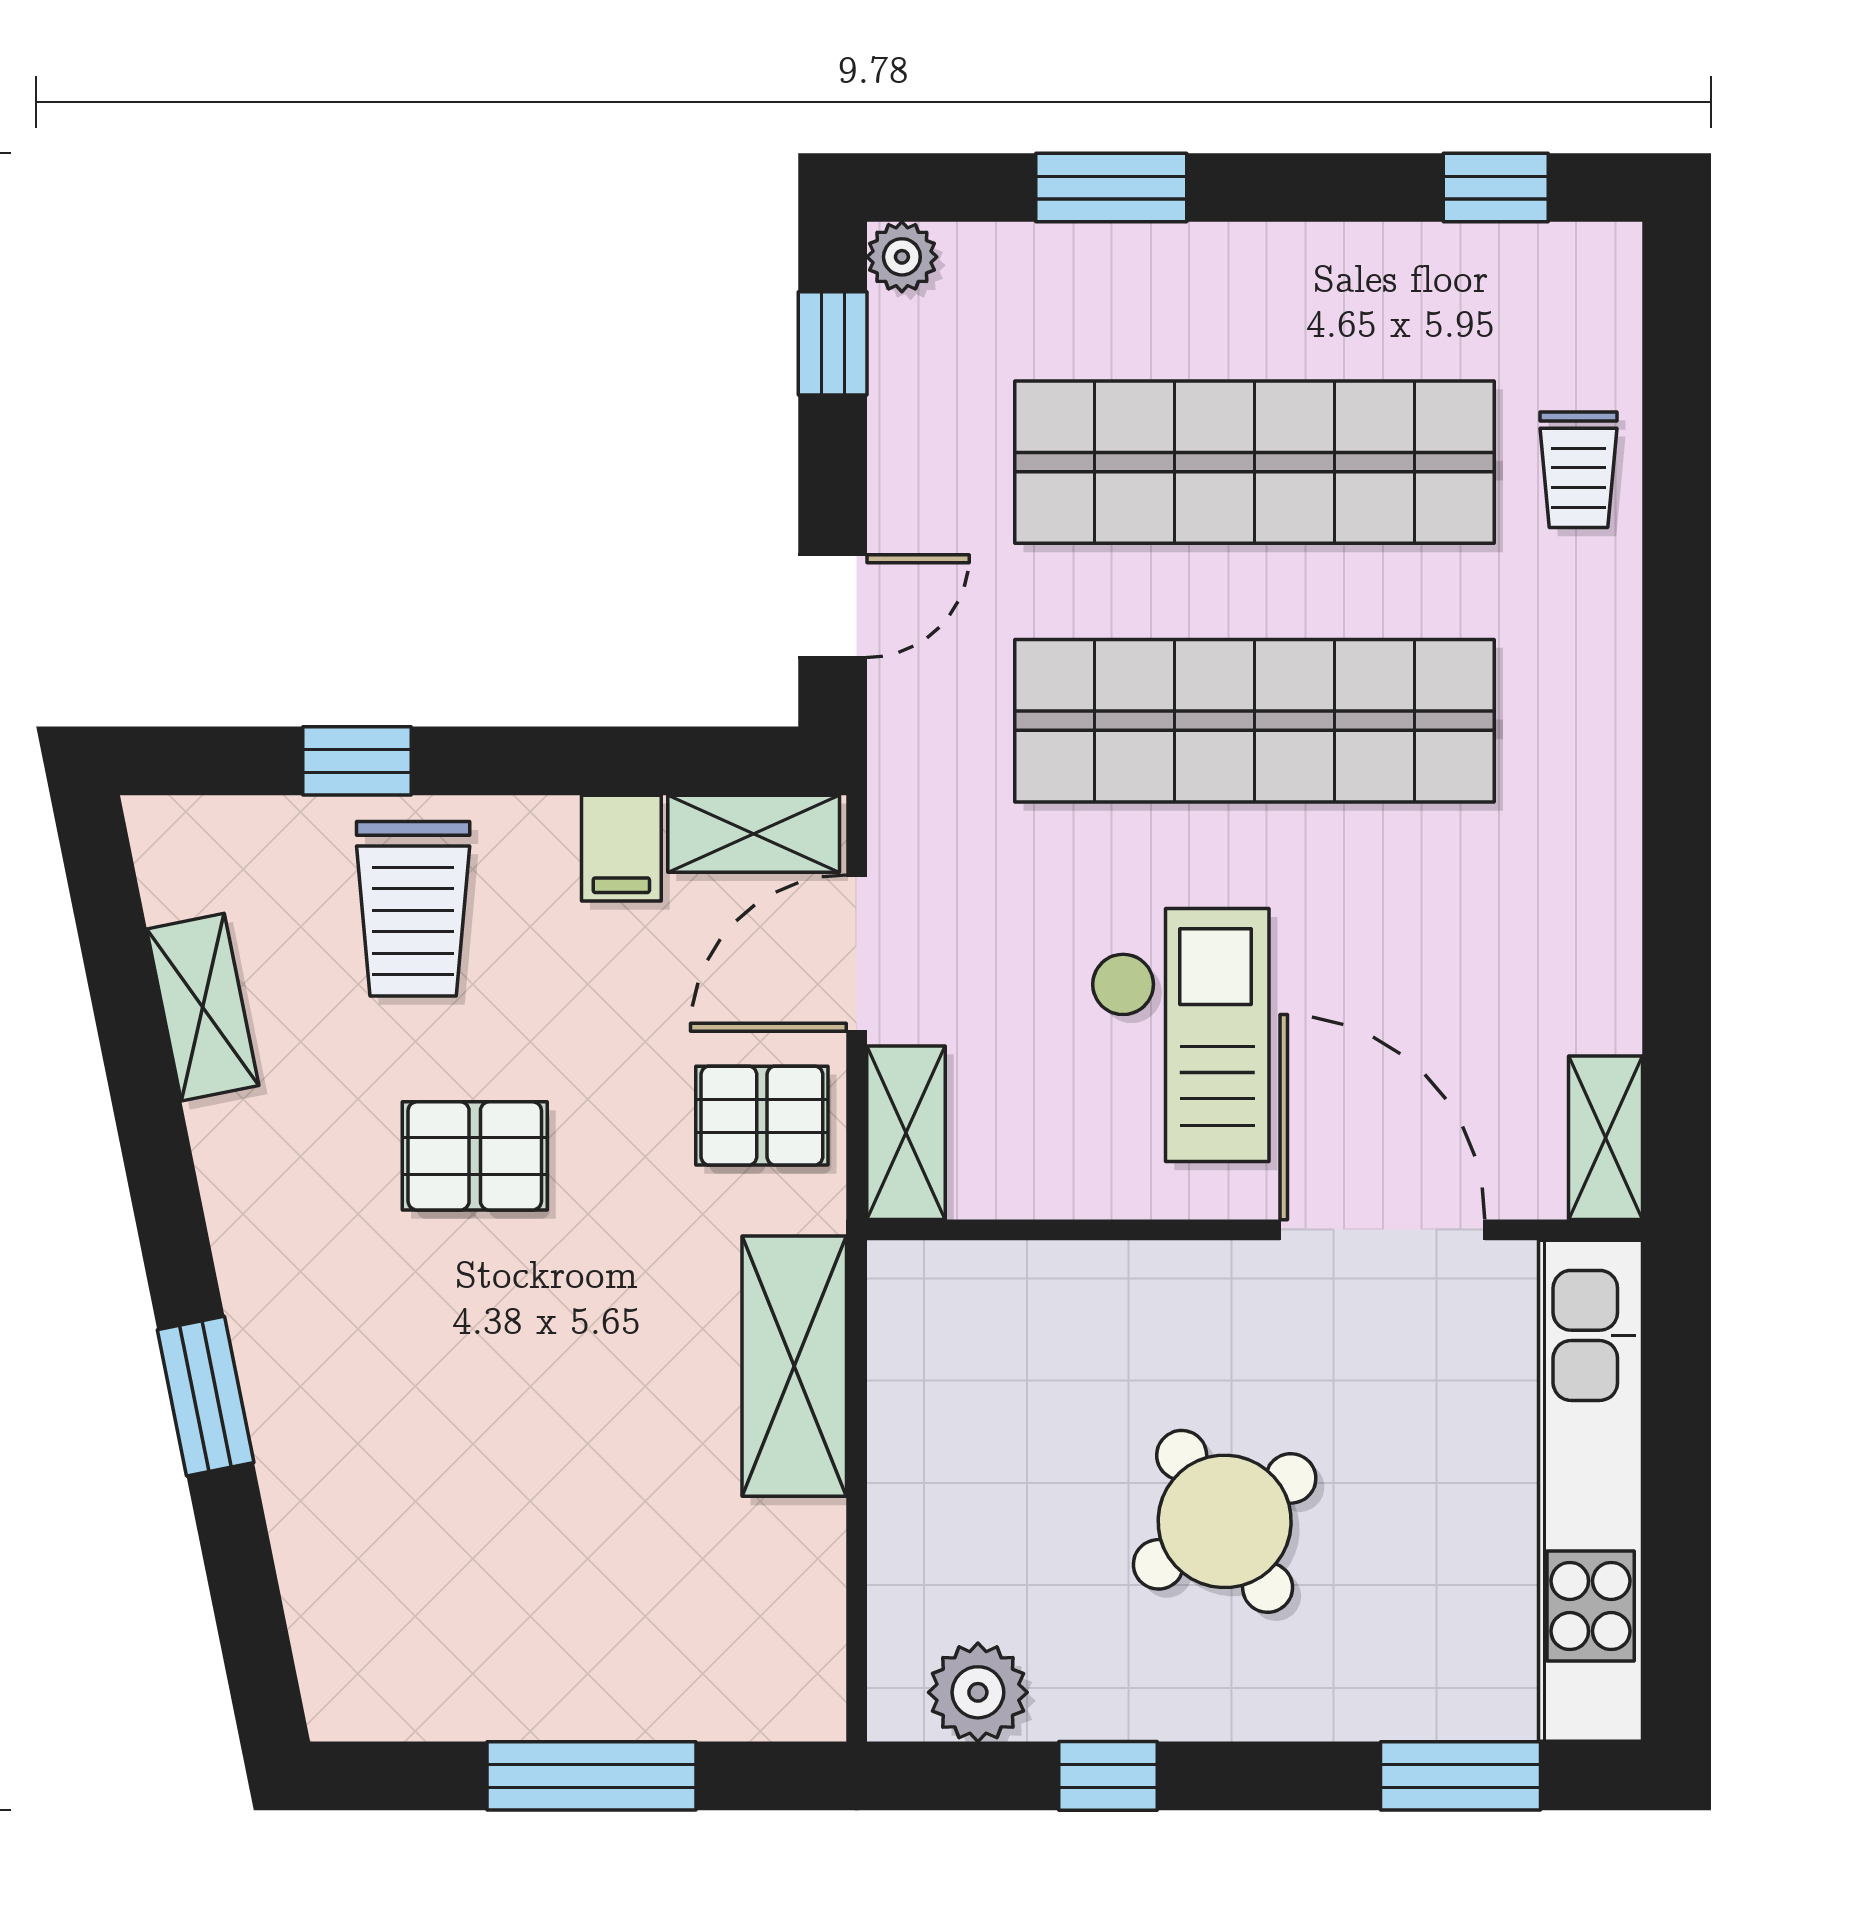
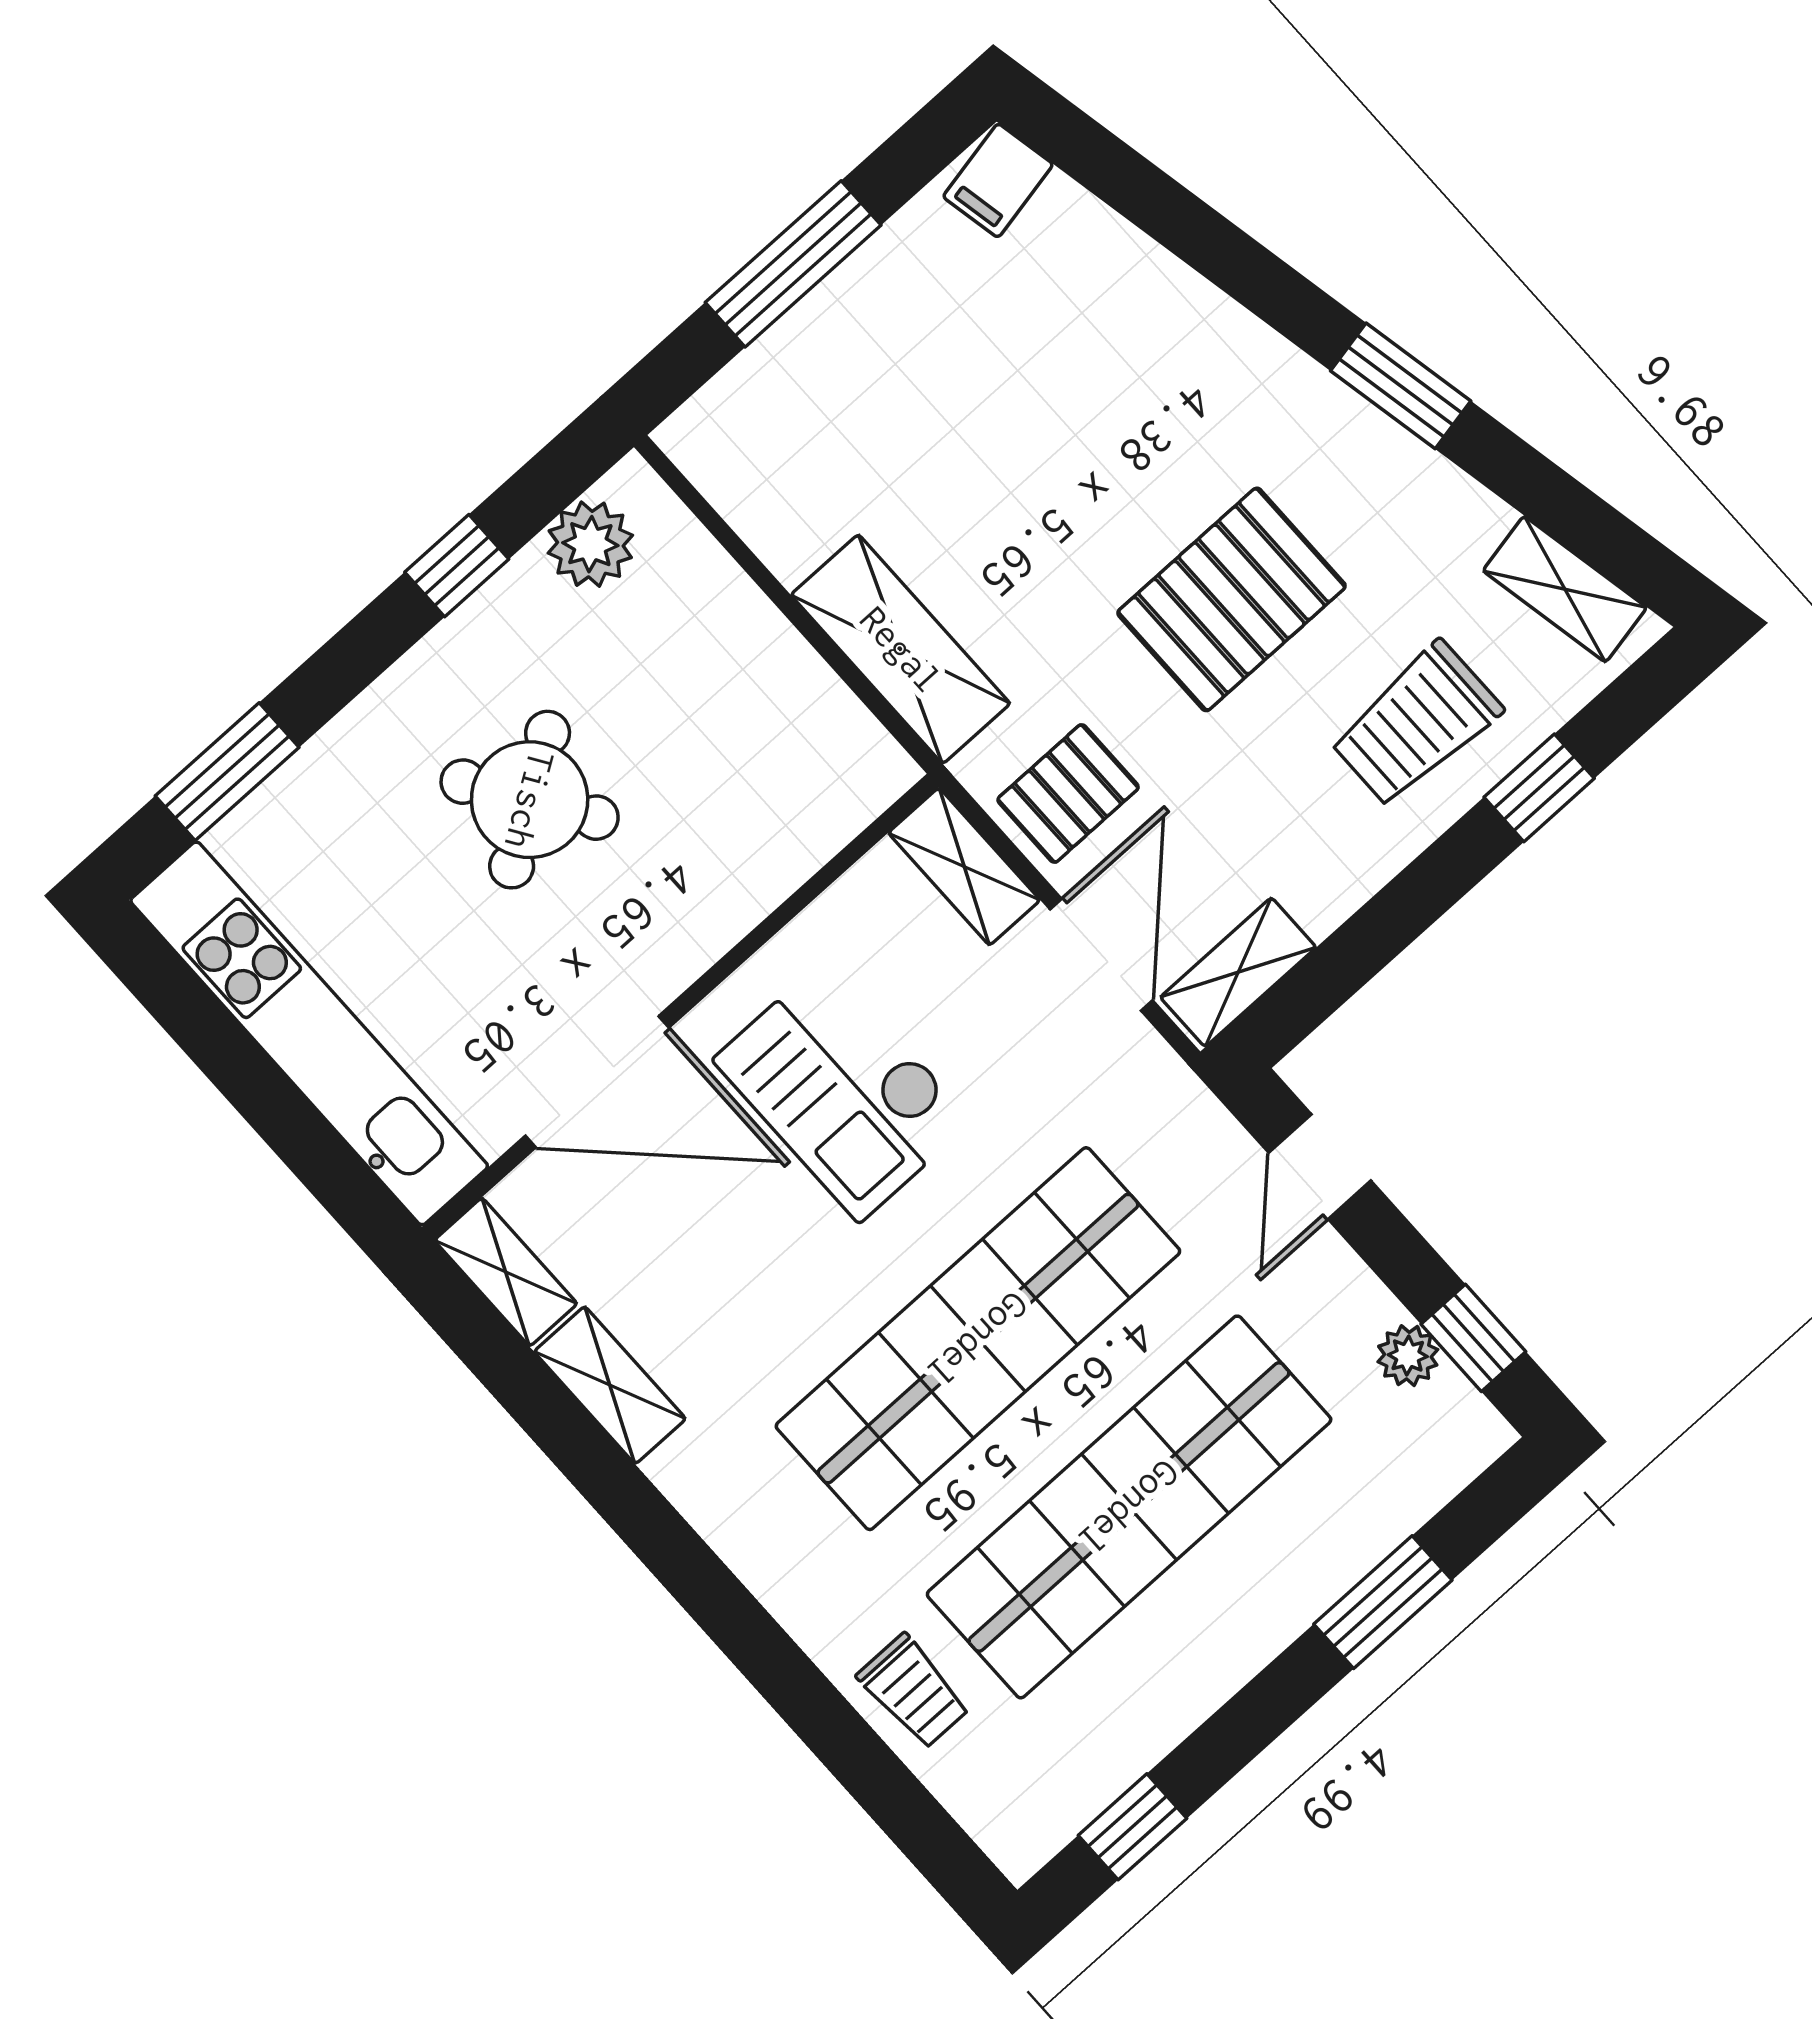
plant: (902, 257) -> (1408, 1356), moved
trolley: (1579, 470) -> (914, 1691), turned 180
filing cabinet: (621, 848) -> (998, 180), moved, turned -101
trolley: (413, 909) -> (1416, 724), turned -90
shelving: (1603, 962) -> (610, 1385), added
shelving: (203, 1007) -> (1565, 589), moved
pallet: (475, 1156) -> (1232, 599), width x1.50, depth x1.42
window: (206, 1396) -> (1401, 386), moved

